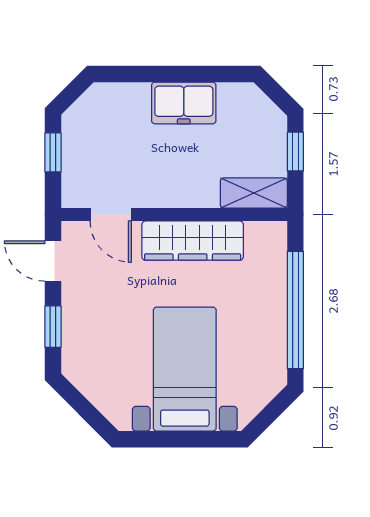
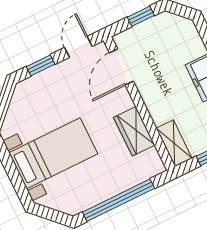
door: (111, 215) -> (121, 67), width x1.38
wardrobe: (193, 241) -> (134, 131), width x0.67

